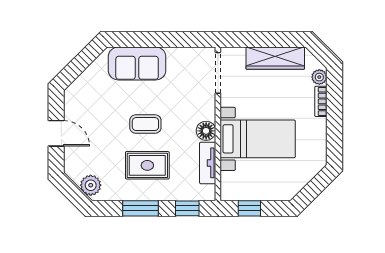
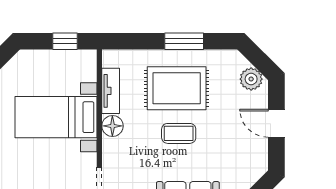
rug: (147, 165) -> (177, 88), width x1.36, depth x1.43
plant: (91, 185) -> (251, 79), moved
window: (187, 208) -> (133, 41), removed

